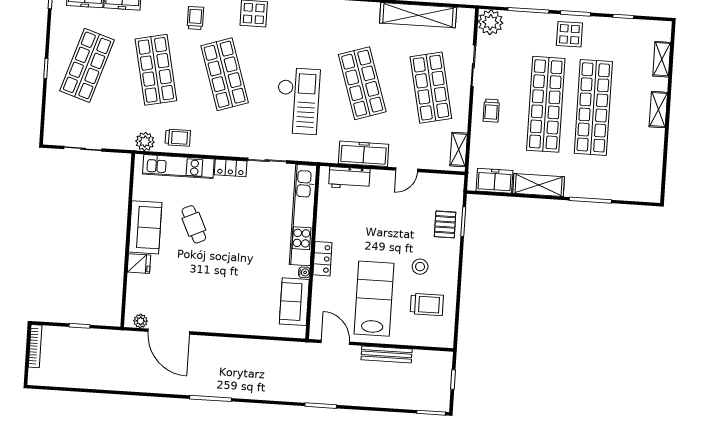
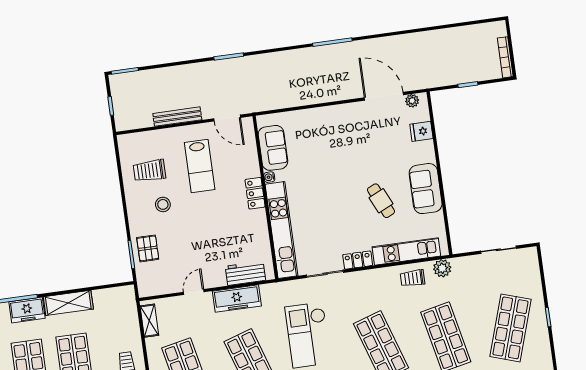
freezer: (495, 181) -> (27, 310), moved
fridge: (139, 264) -> (421, 131), moved
lab bench: (374, 299) -> (200, 166), width x0.73, depth x0.72

